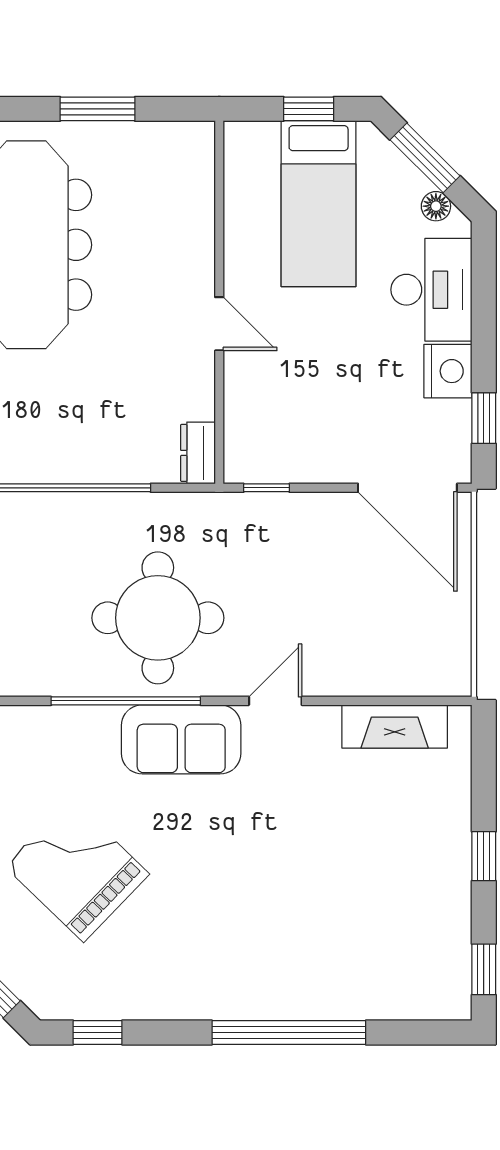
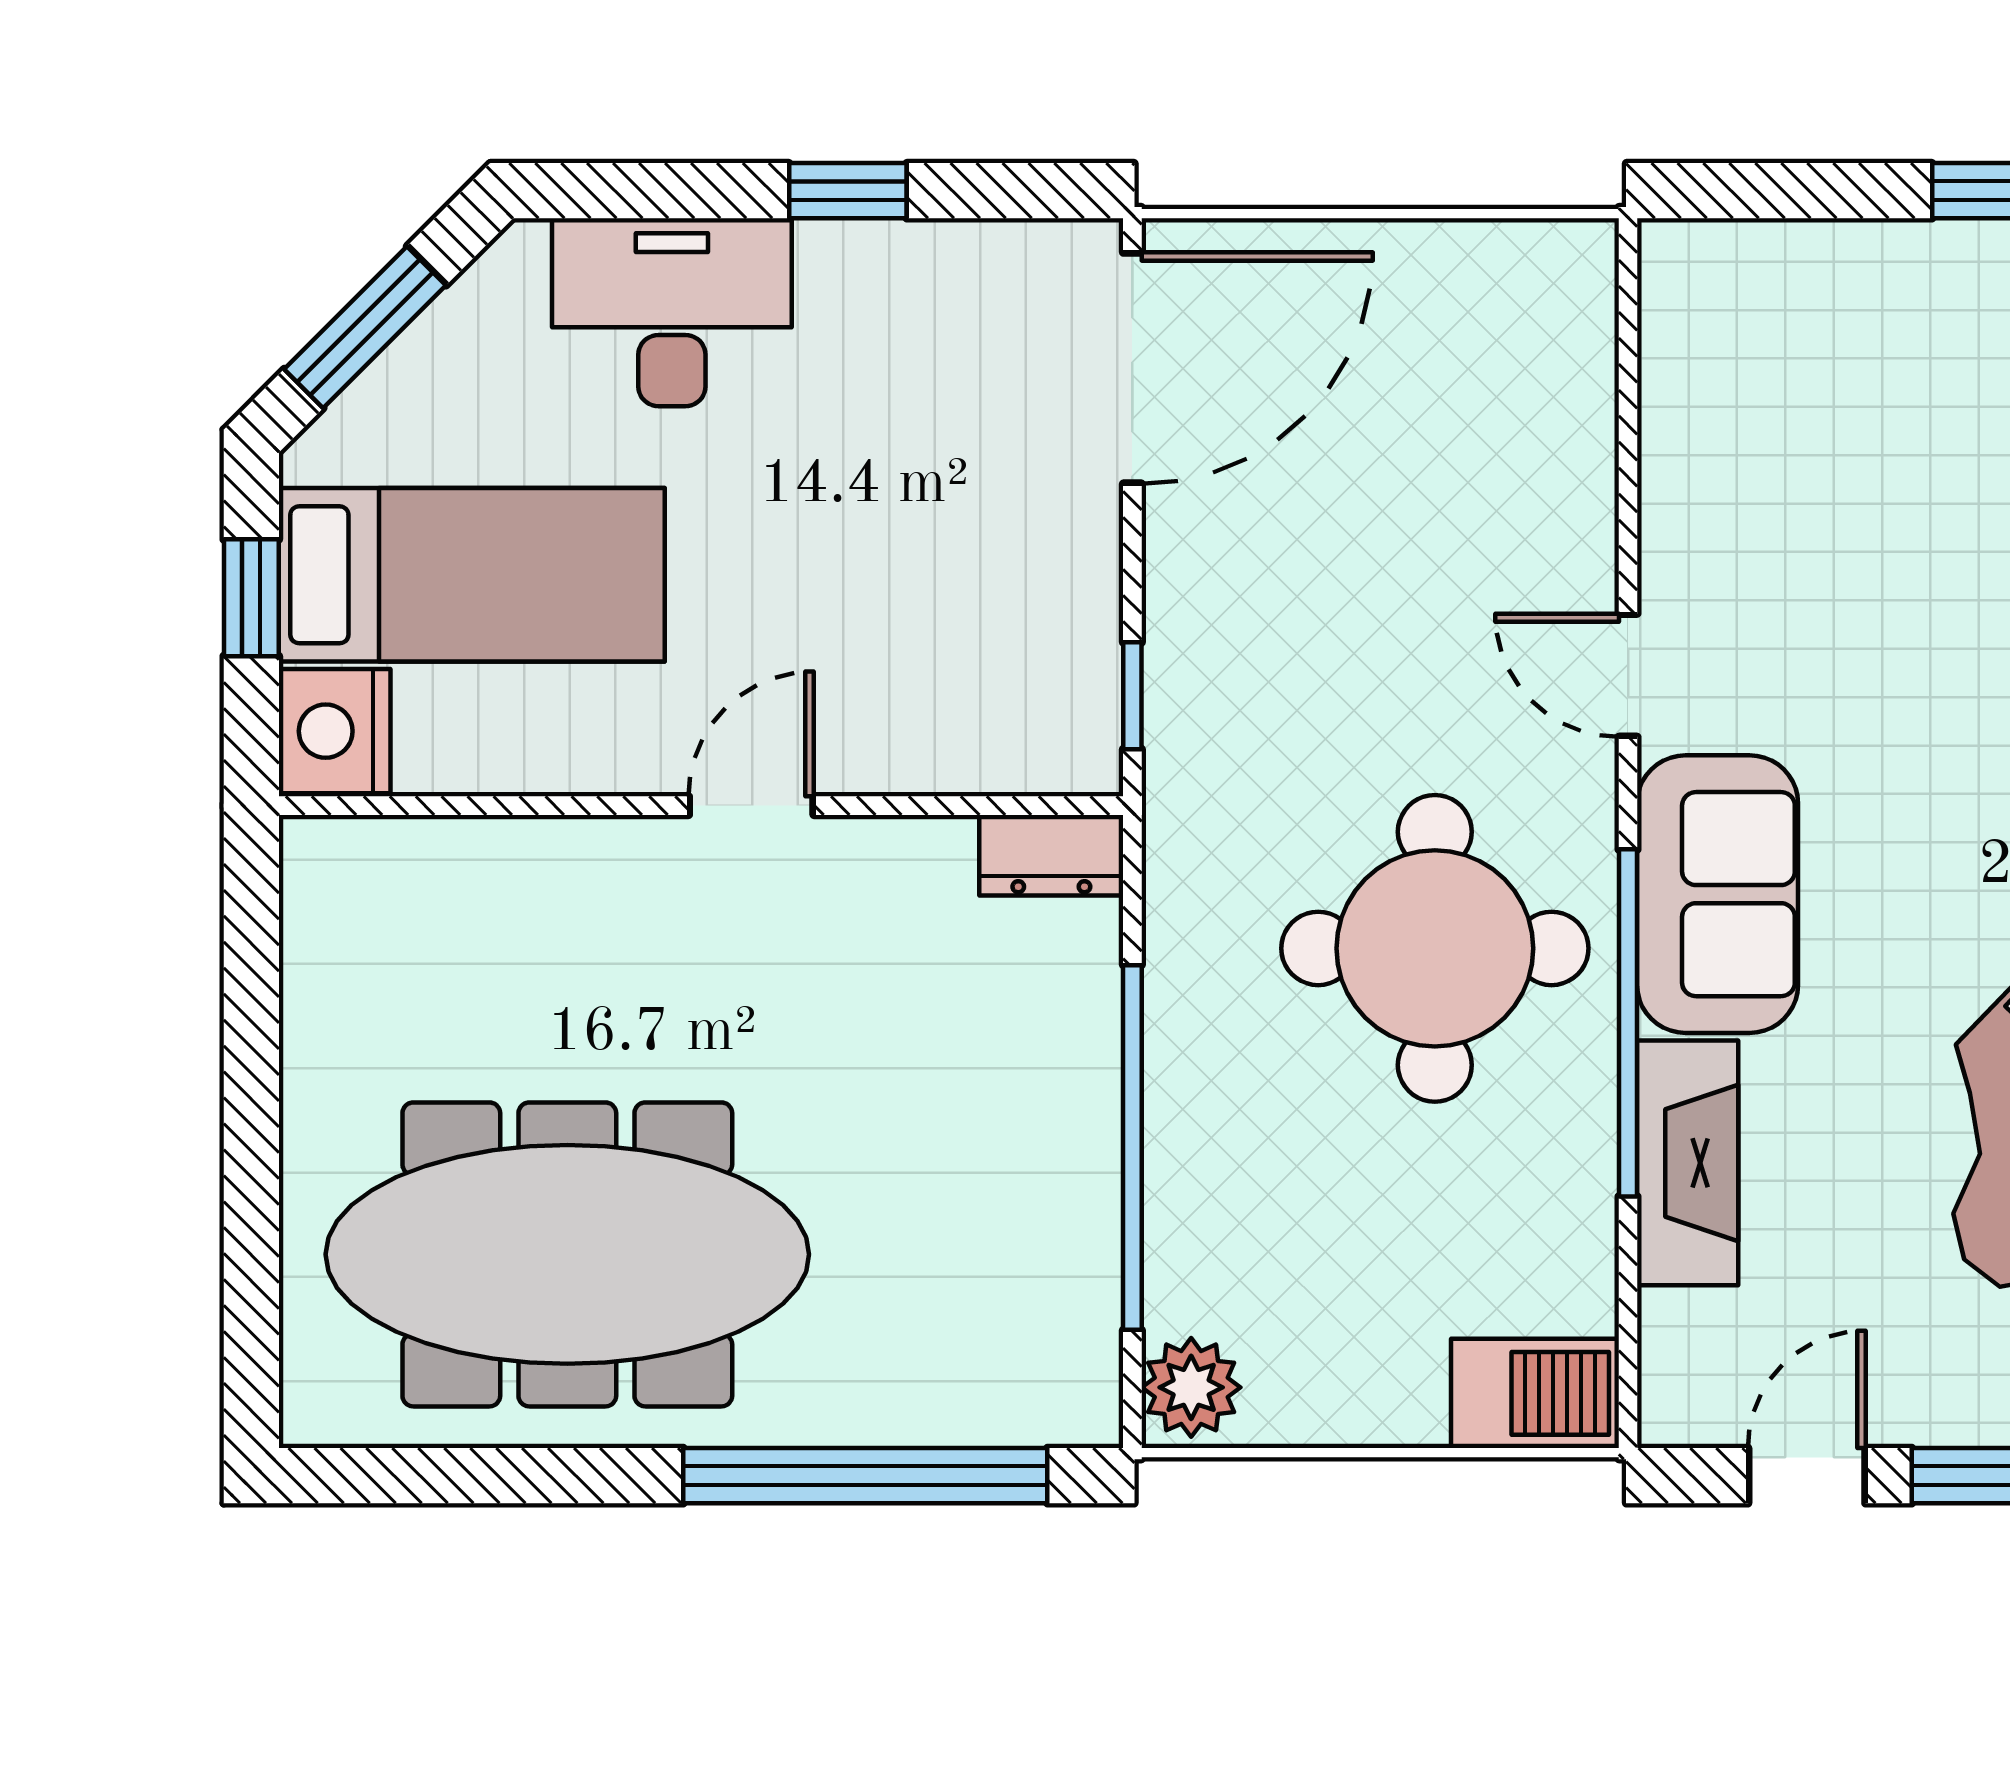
window: (98, 109) -> (251, 1089), removed
floor lamp: (436, 206) -> (478, 302), removed
nightstand: (448, 371) -> (335, 731), moved, turned -90
window: (484, 418) -> (848, 191), moved
fireplace: (395, 727) -> (1688, 1163), moved

